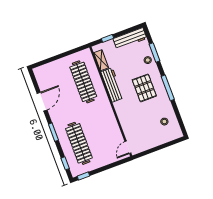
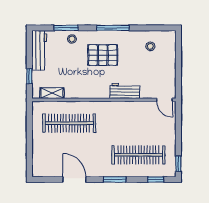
workbench: (112, 85) -> (125, 91), moved, width x0.73

